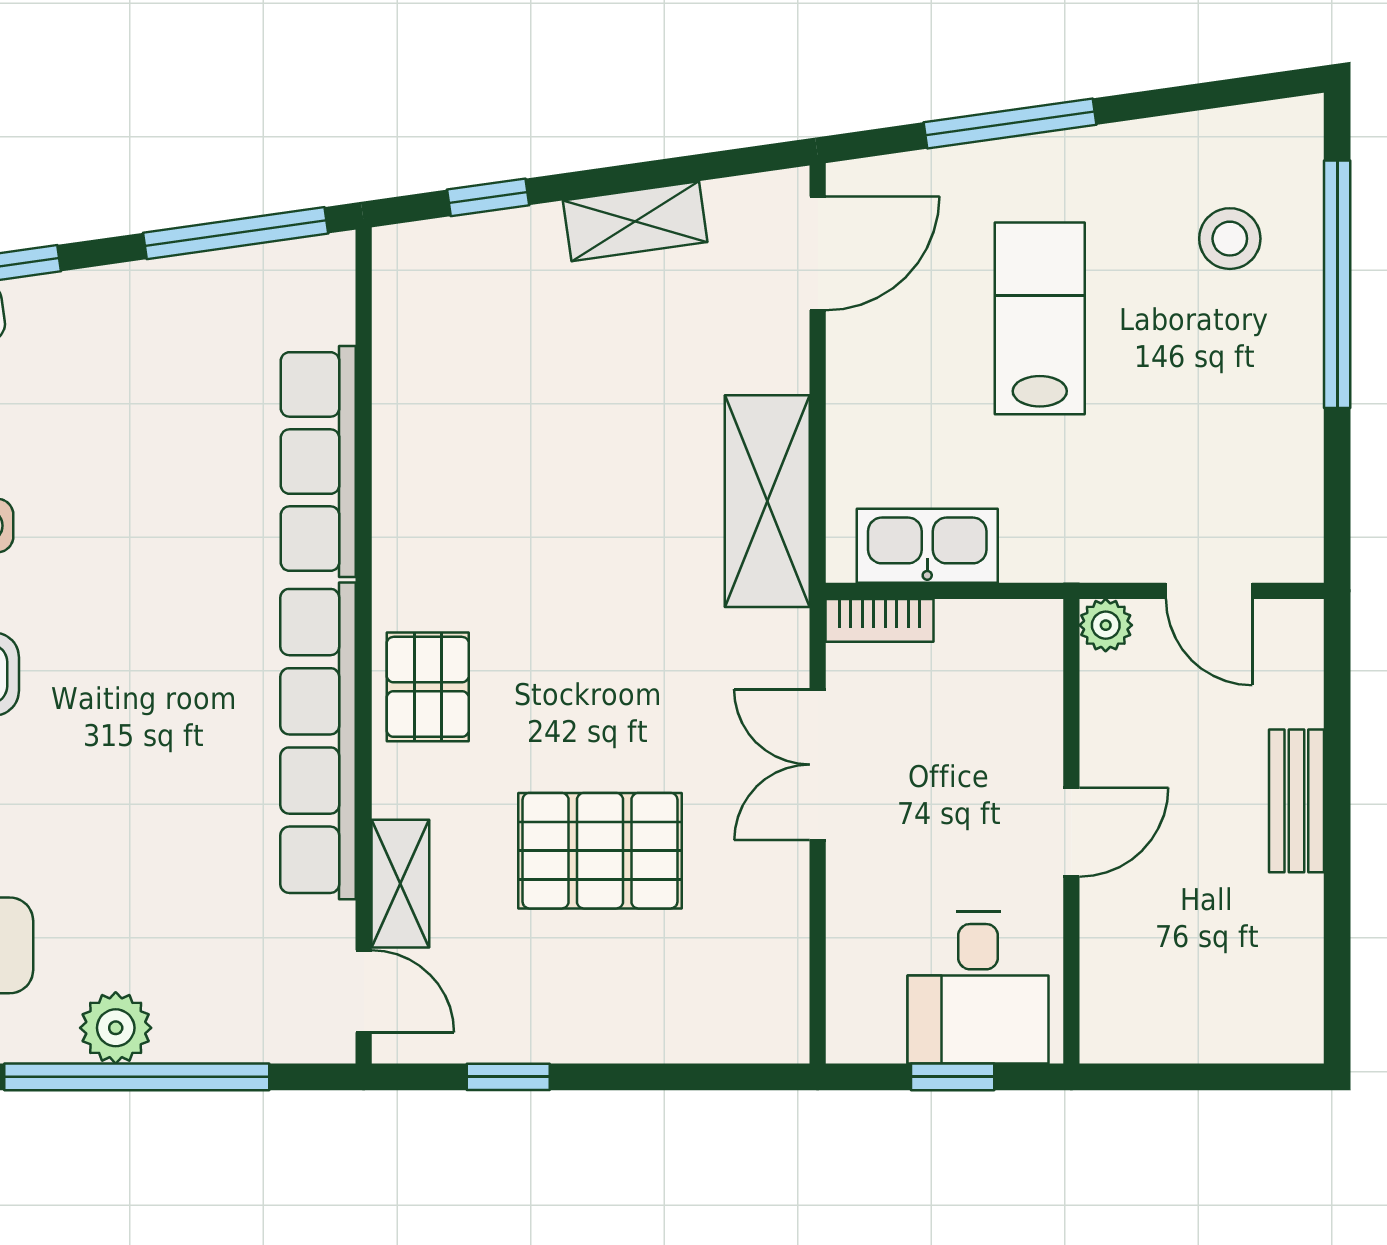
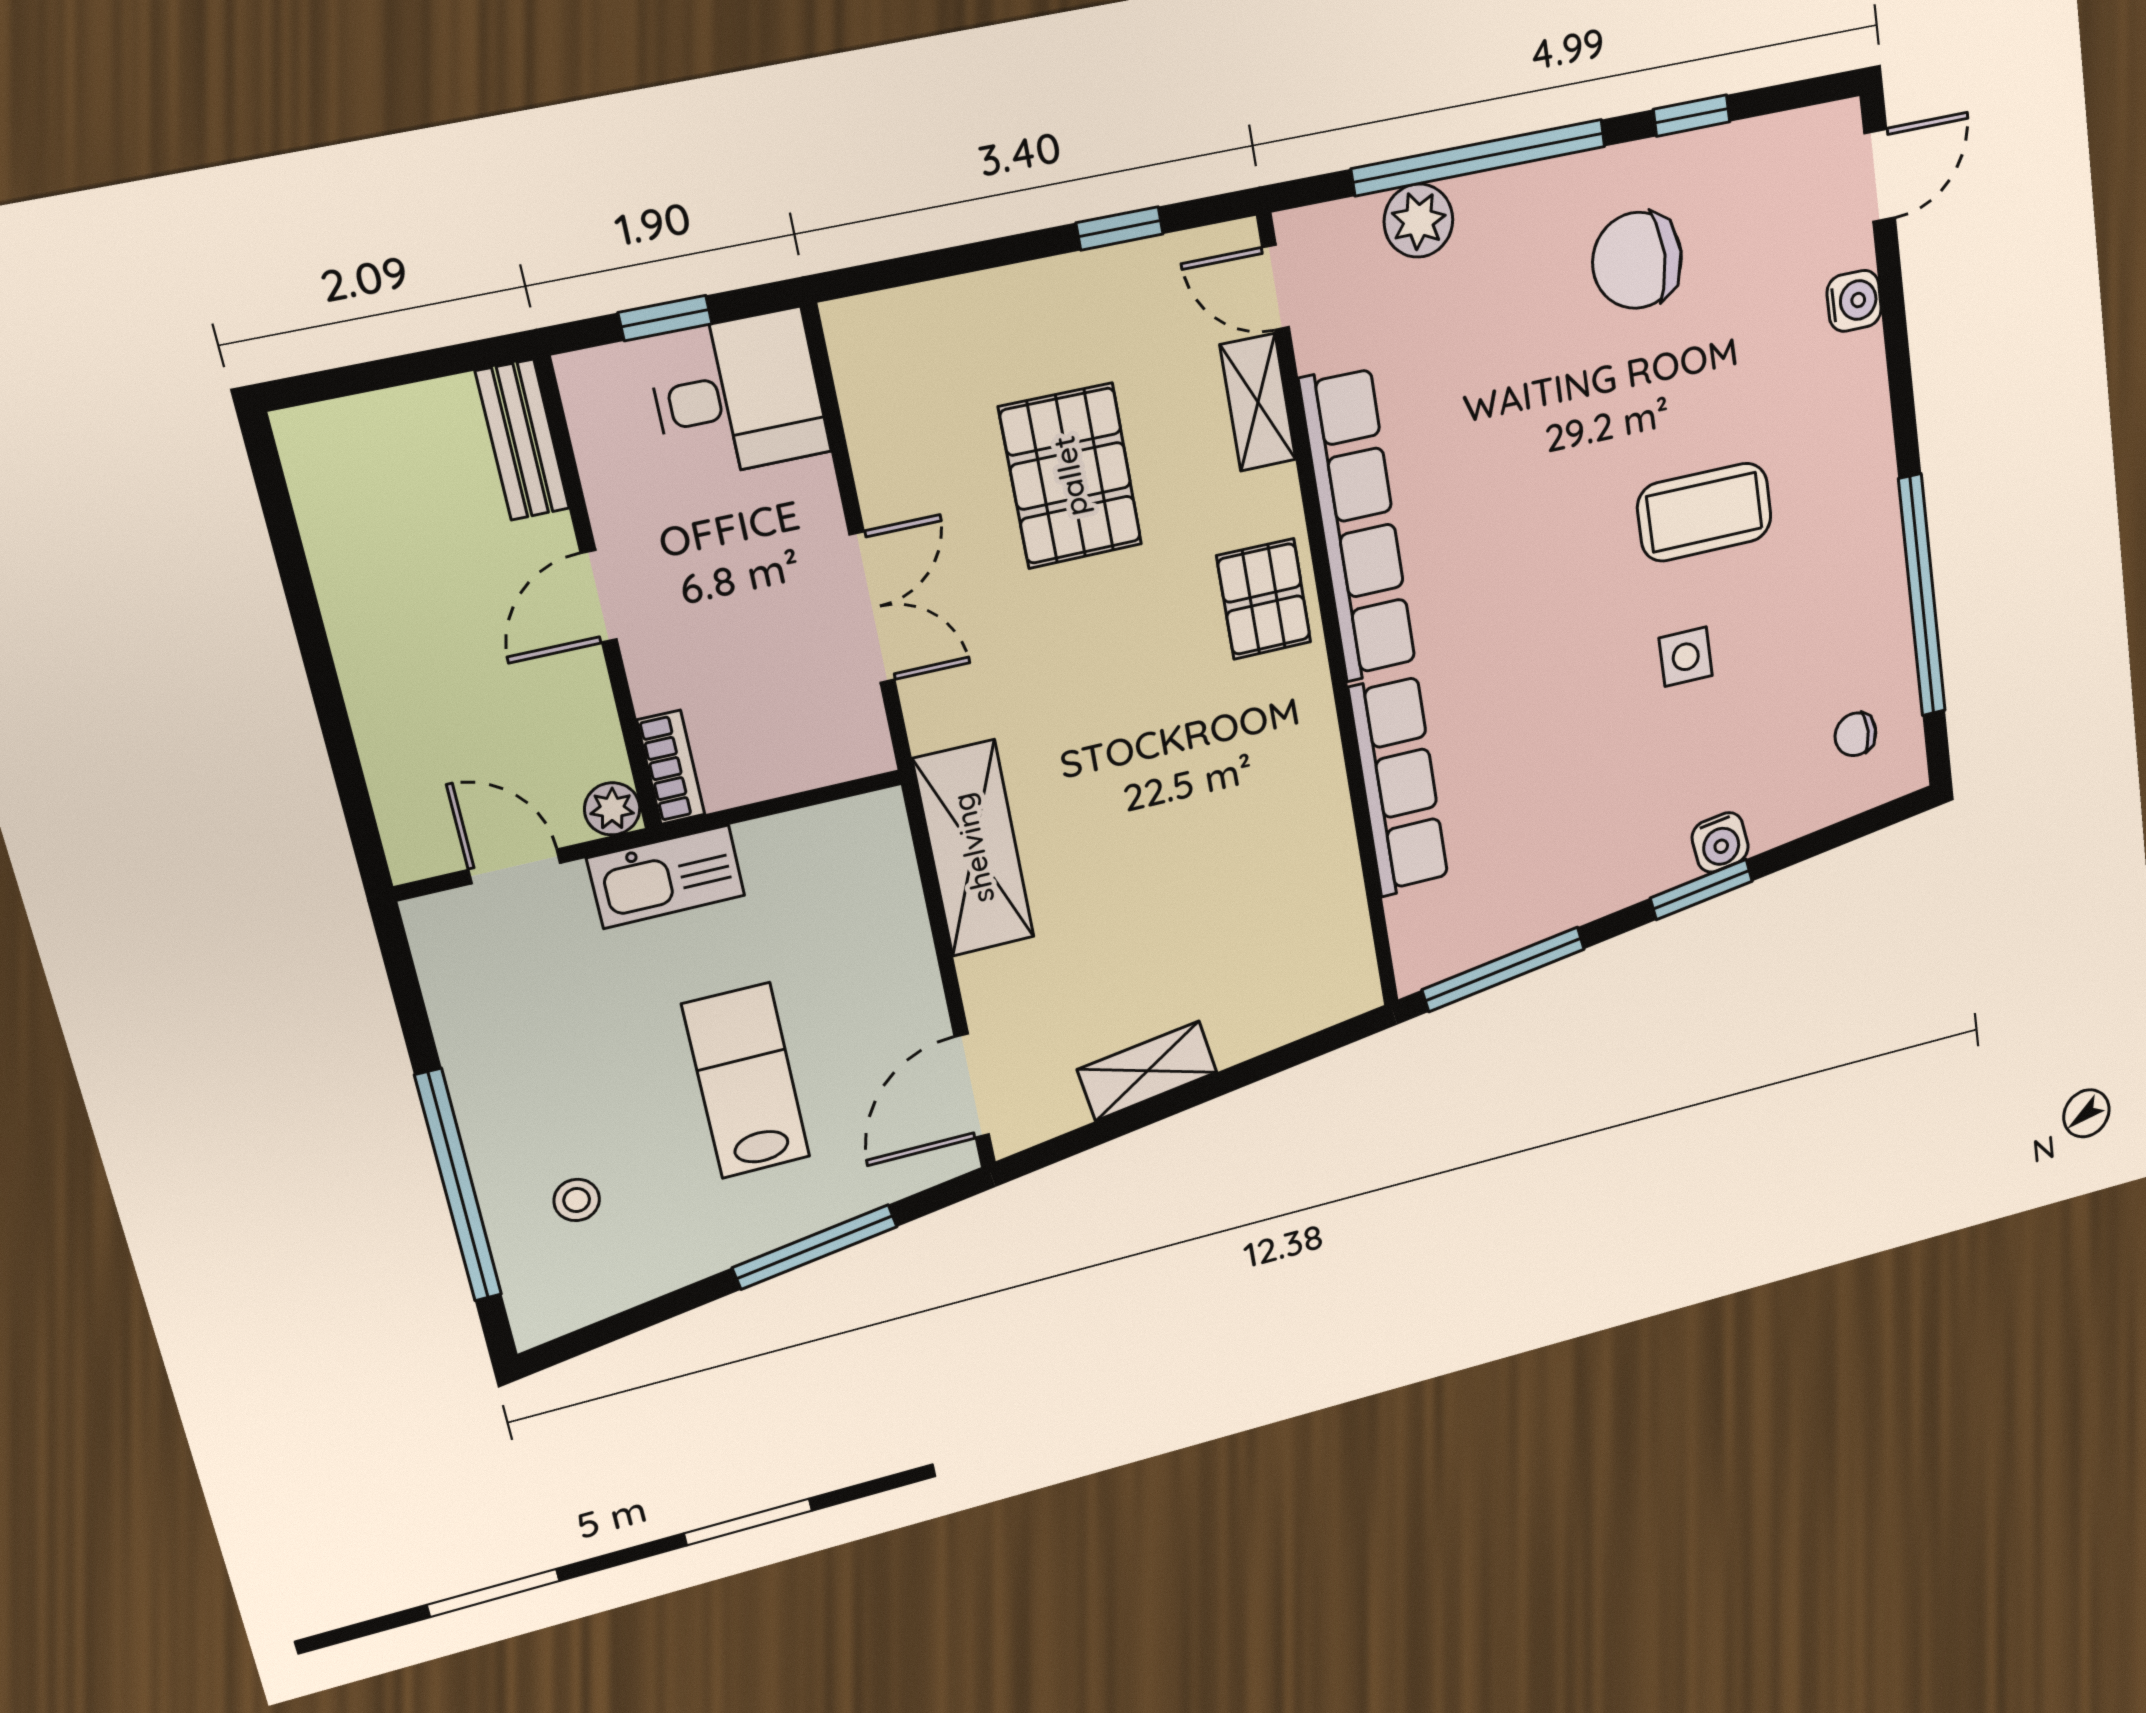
window: (488, 197) -> (1284, 1058), removed
stool: (1230, 239) -> (577, 1200), width x0.73, depth x0.73
lab bench: (1040, 318) -> (746, 1081), turned 180
kitchen sink: (927, 546) -> (666, 877), moved
bookcase: (879, 620) -> (671, 767), moved, turned 90
bench: (1296, 801) -> (522, 440), moved
pallet: (600, 851) -> (1070, 476), turned 90
desk: (978, 988) -> (738, 395), moved, turned 90
plant: (116, 1028) -> (1418, 221), moved

